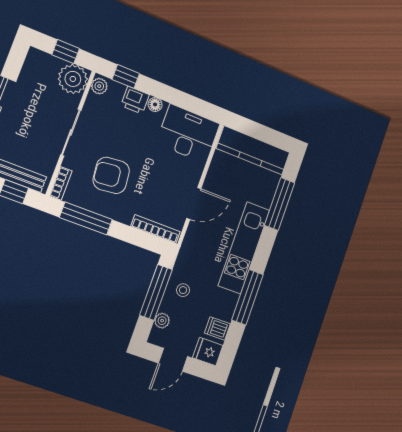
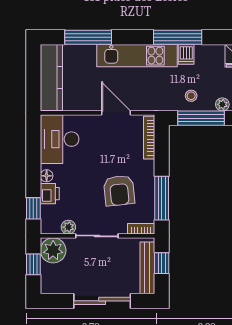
plant: (99, 86) -> (68, 227), moved
dishwasher: (217, 328) -> (186, 54), moved

